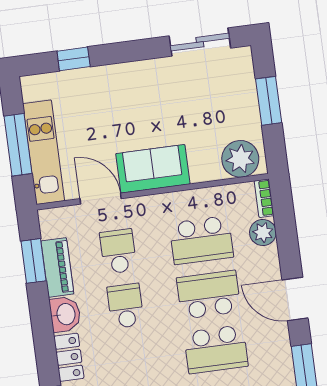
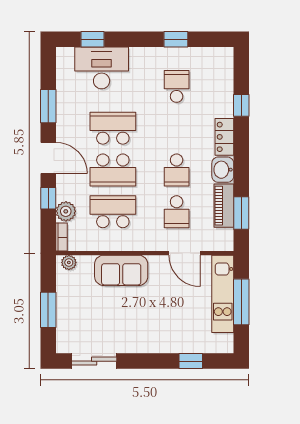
plant: (240, 159) -> (69, 262), width x0.53, depth x0.53
sofa: (153, 169) -> (121, 270), moved
window: (288, 247) -> (48, 198), added

